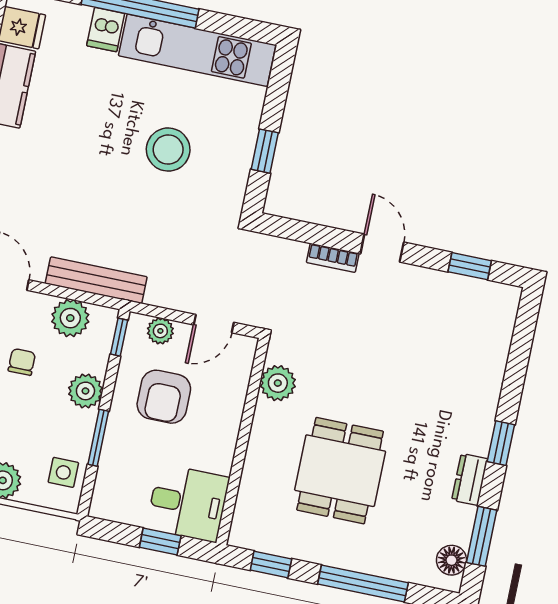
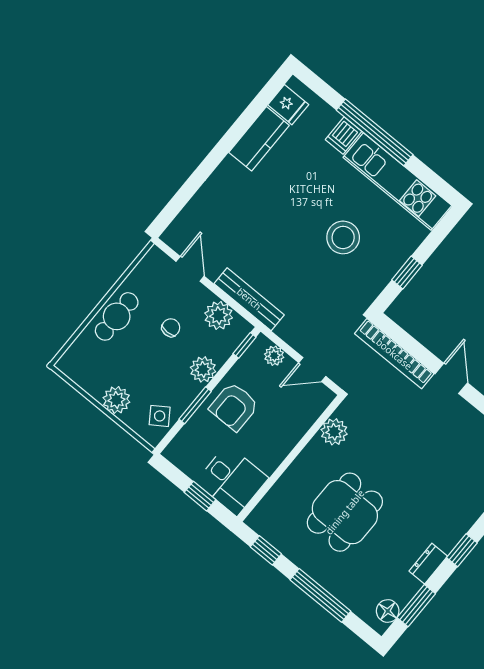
bookcase: (333, 258) -> (394, 354), width x2.31, depth x1.31
armchair: (164, 397) -> (234, 407), moved
side table: (63, 472) -> (160, 416), turned -34

